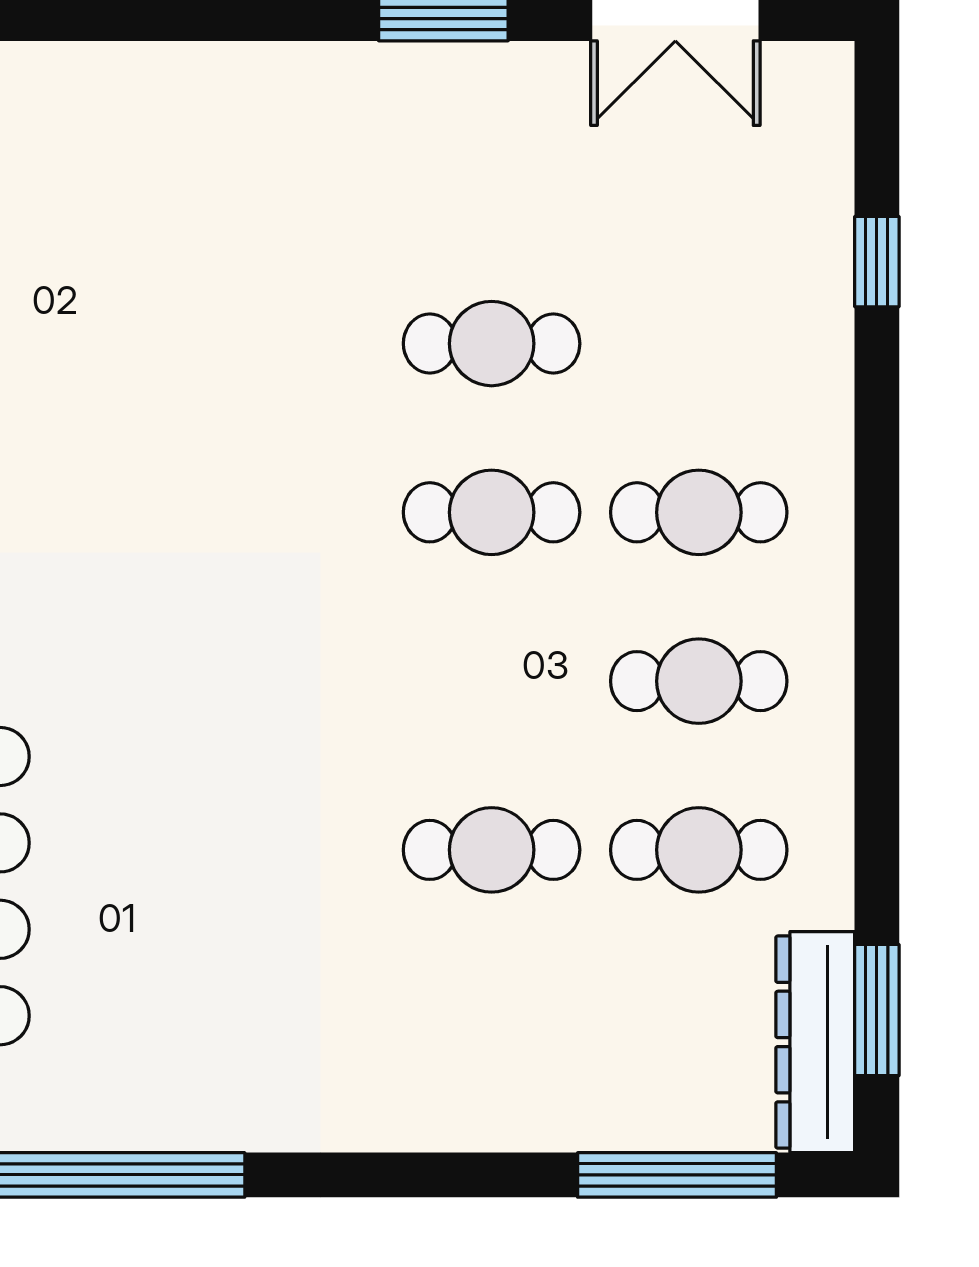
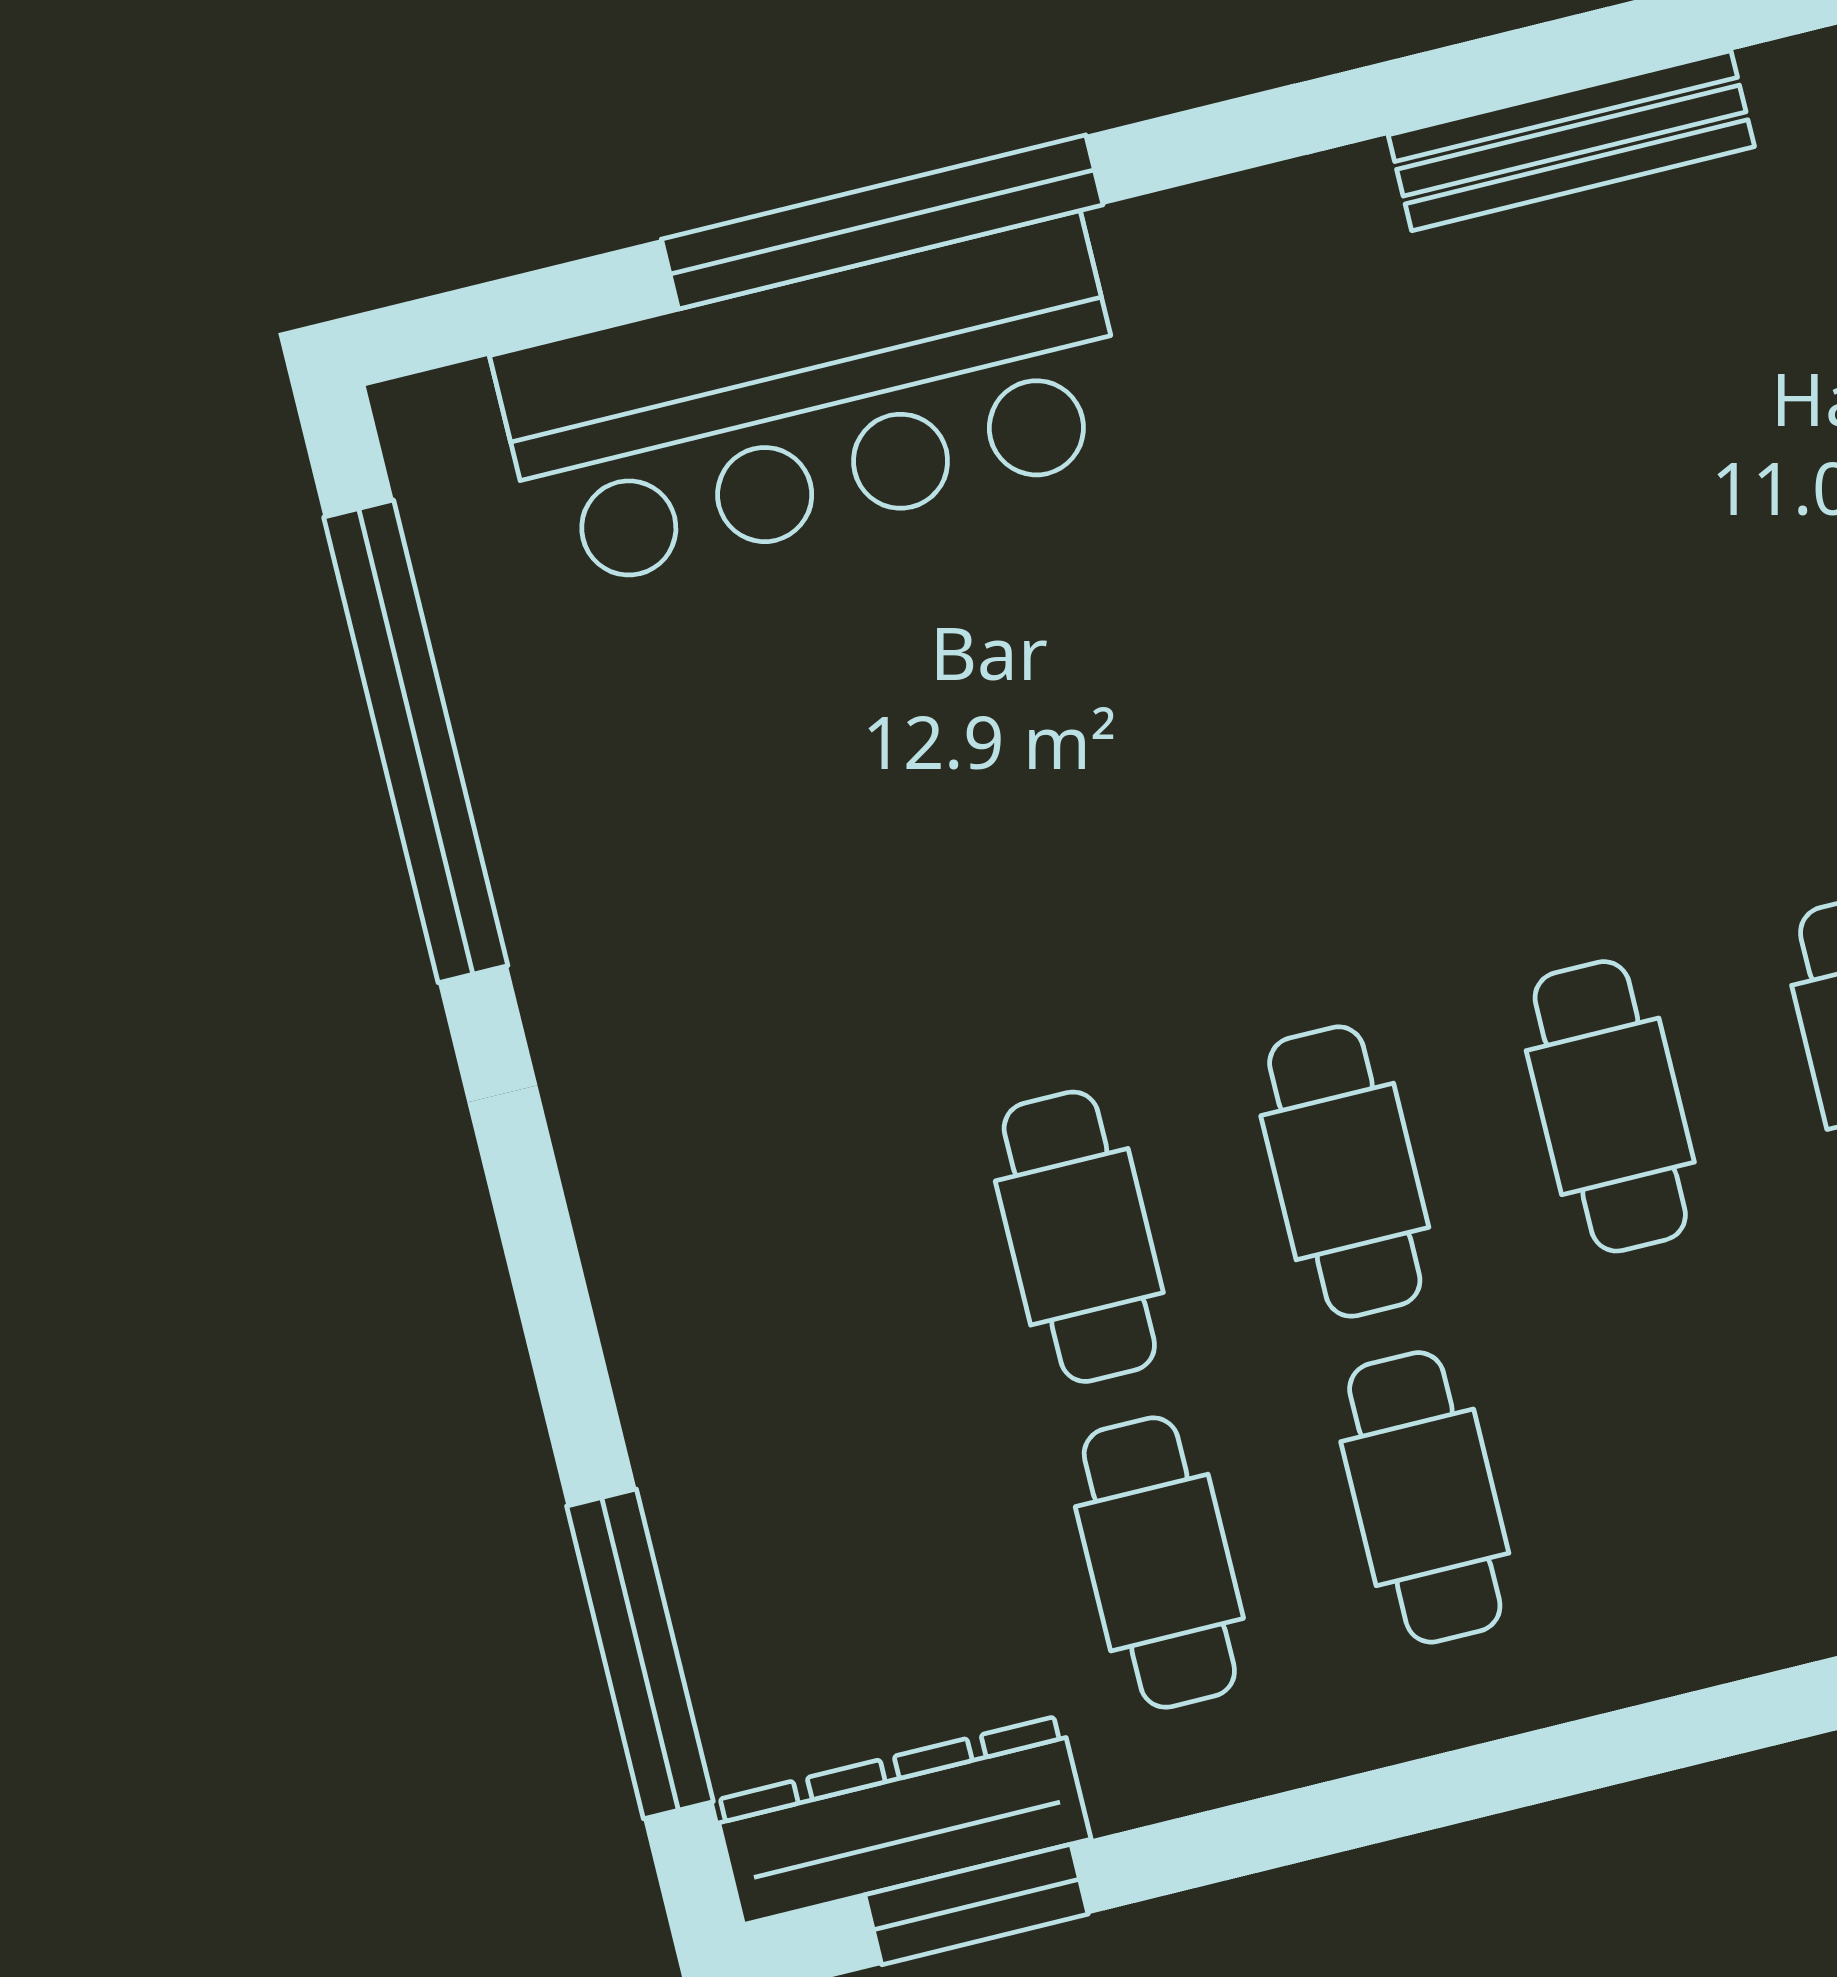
cafe table: (699, 512) -> (1345, 1172), moved

